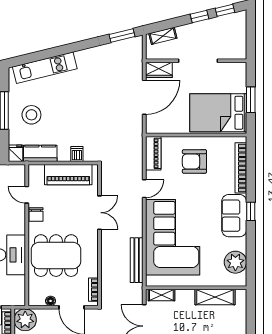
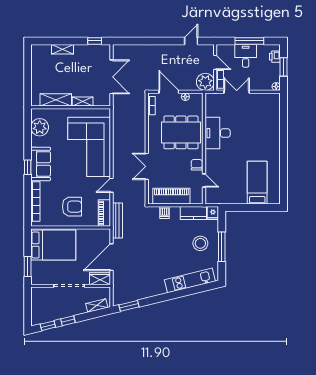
window: (251, 100) -> (28, 267), moved
bench: (137, 260) -> (117, 221), moved
shelving: (161, 295) -> (83, 101), moved

